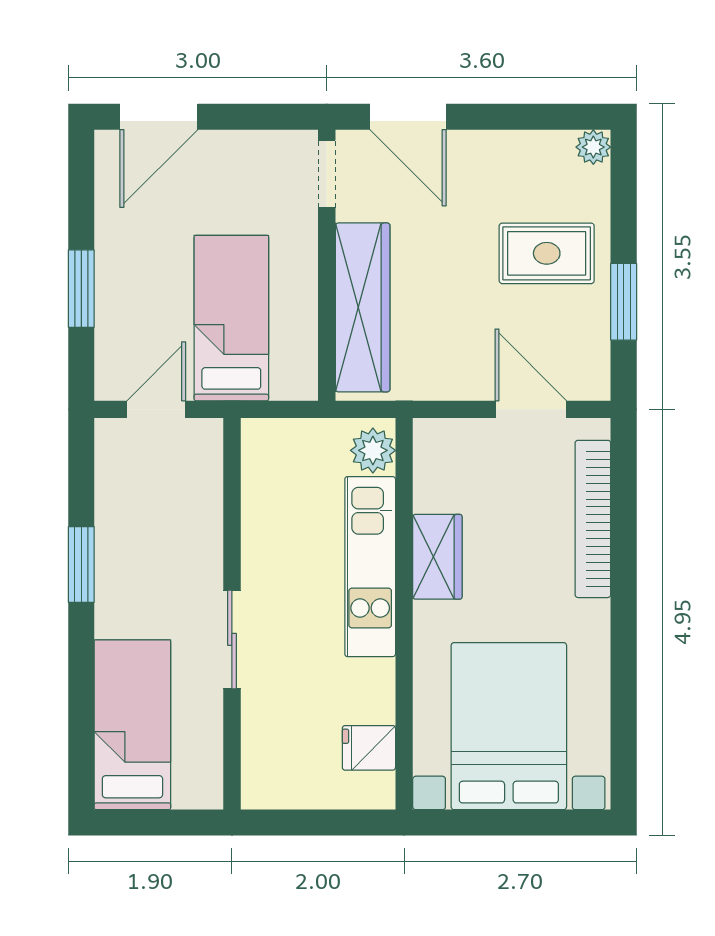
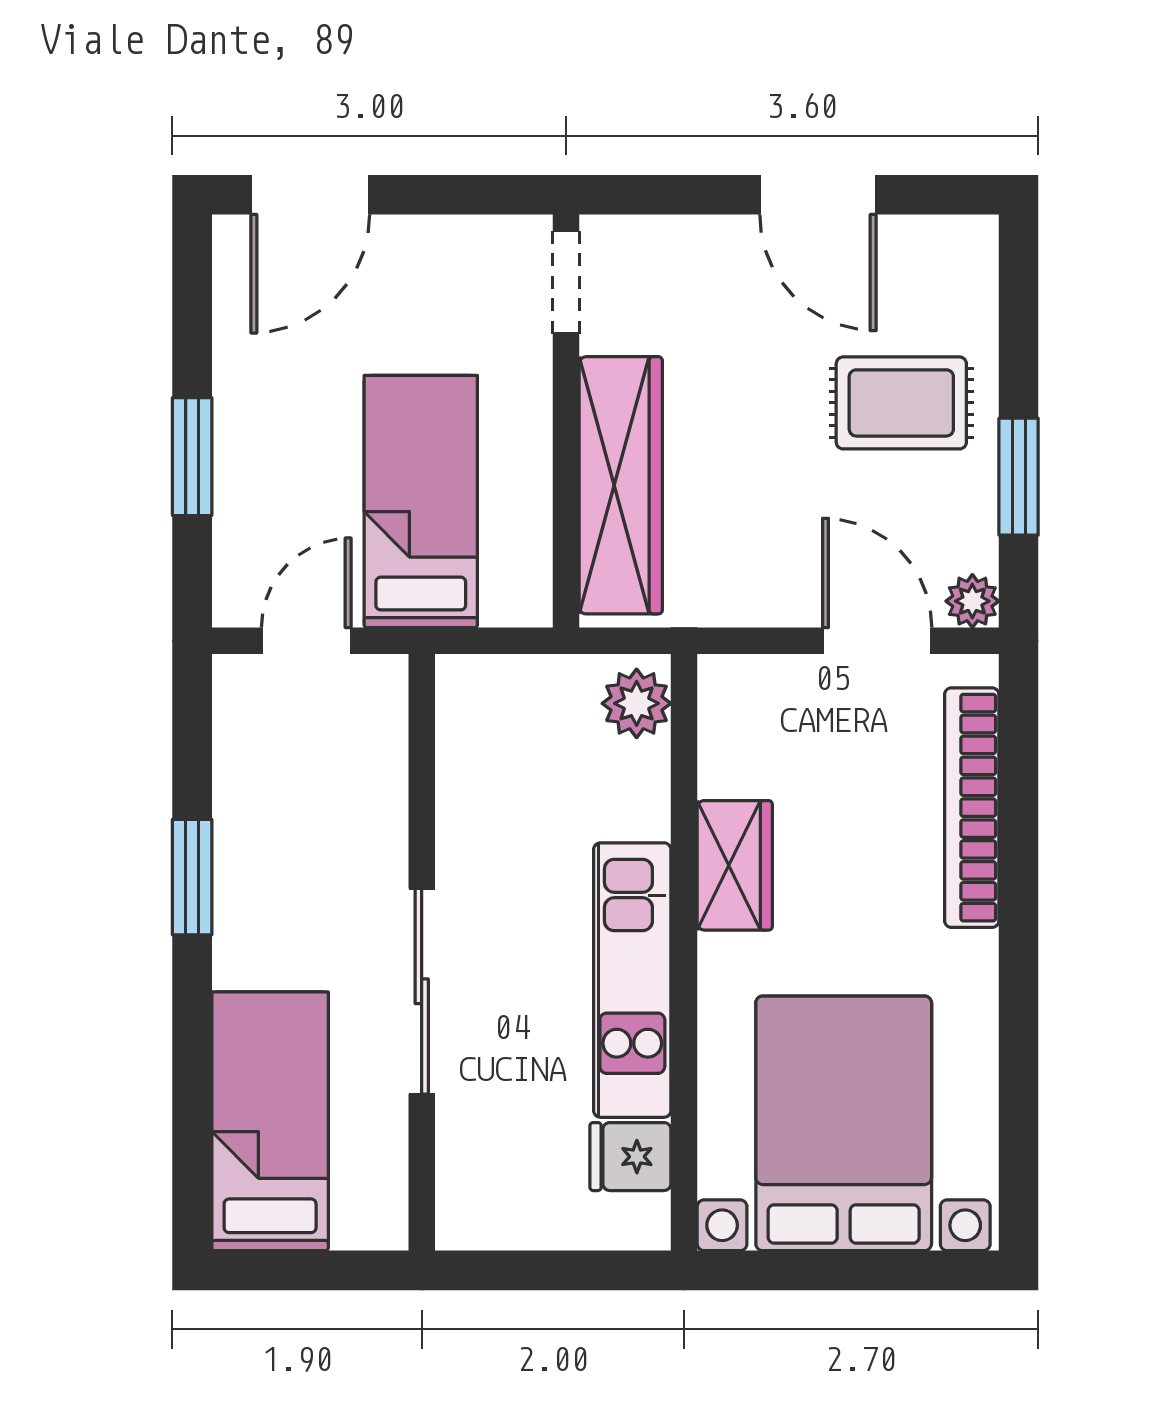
door: (408, 117) -> (818, 195), moved
plant: (593, 147) -> (972, 601), moved
kitchen unit: (370, 567) -> (632, 980), moved
sliding door: (232, 639) -> (422, 991), width x1.37

